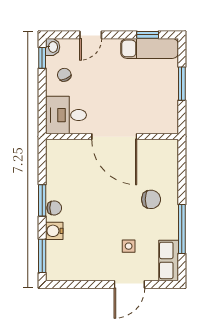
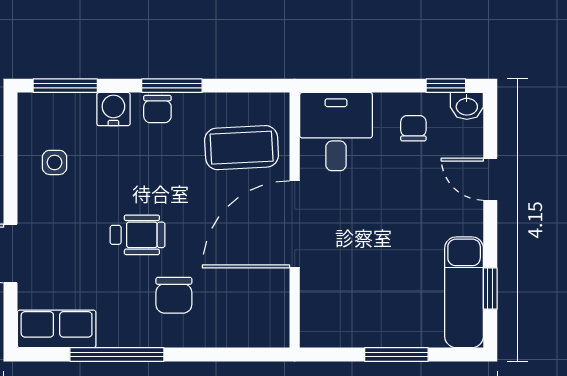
chair: (64, 75) -> (413, 128), turned -66
coffee table: (74, 164) -> (242, 148), added
wheelchair: (120, 218) -> (138, 235), added
side table: (129, 246) -> (55, 162), moved

